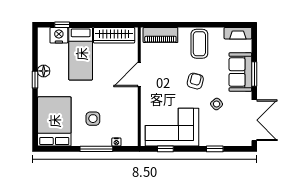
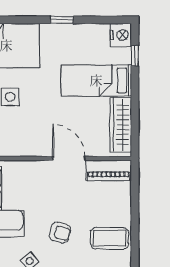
nightstand: (59, 35) -> (121, 35), moved
piano: (160, 35) -> (108, 170), moved, turned -90
floor lamp: (44, 71) -> (73, 31), removed

